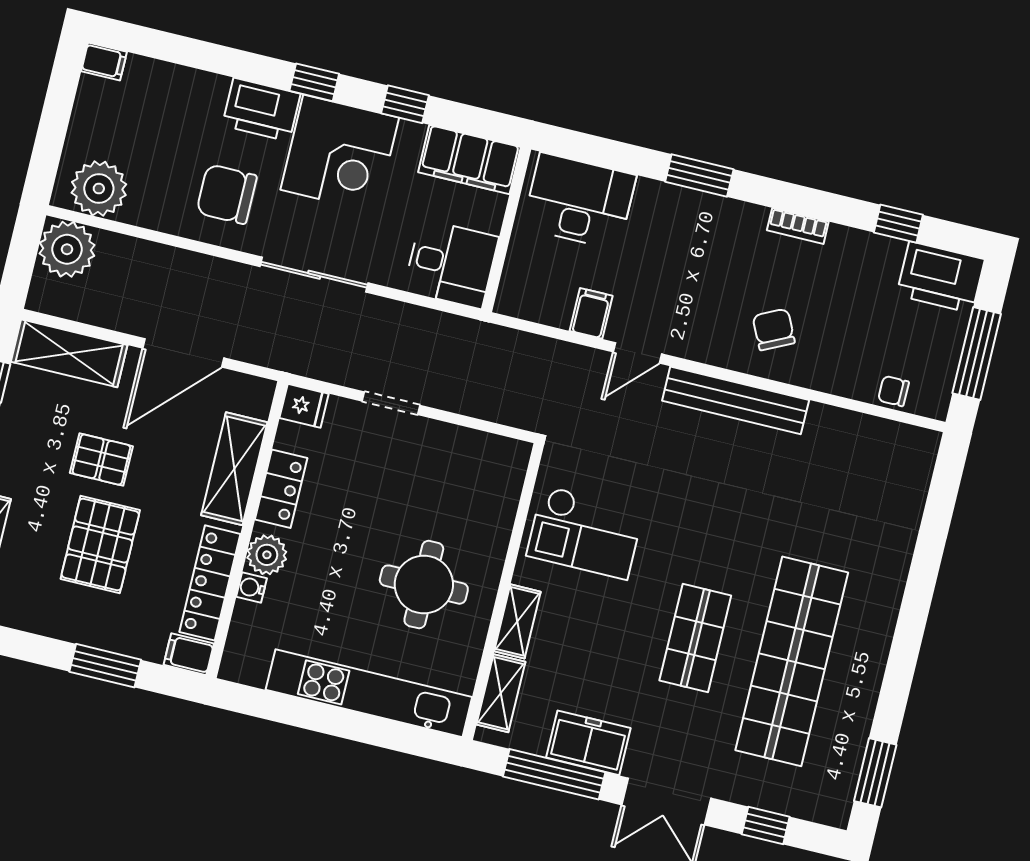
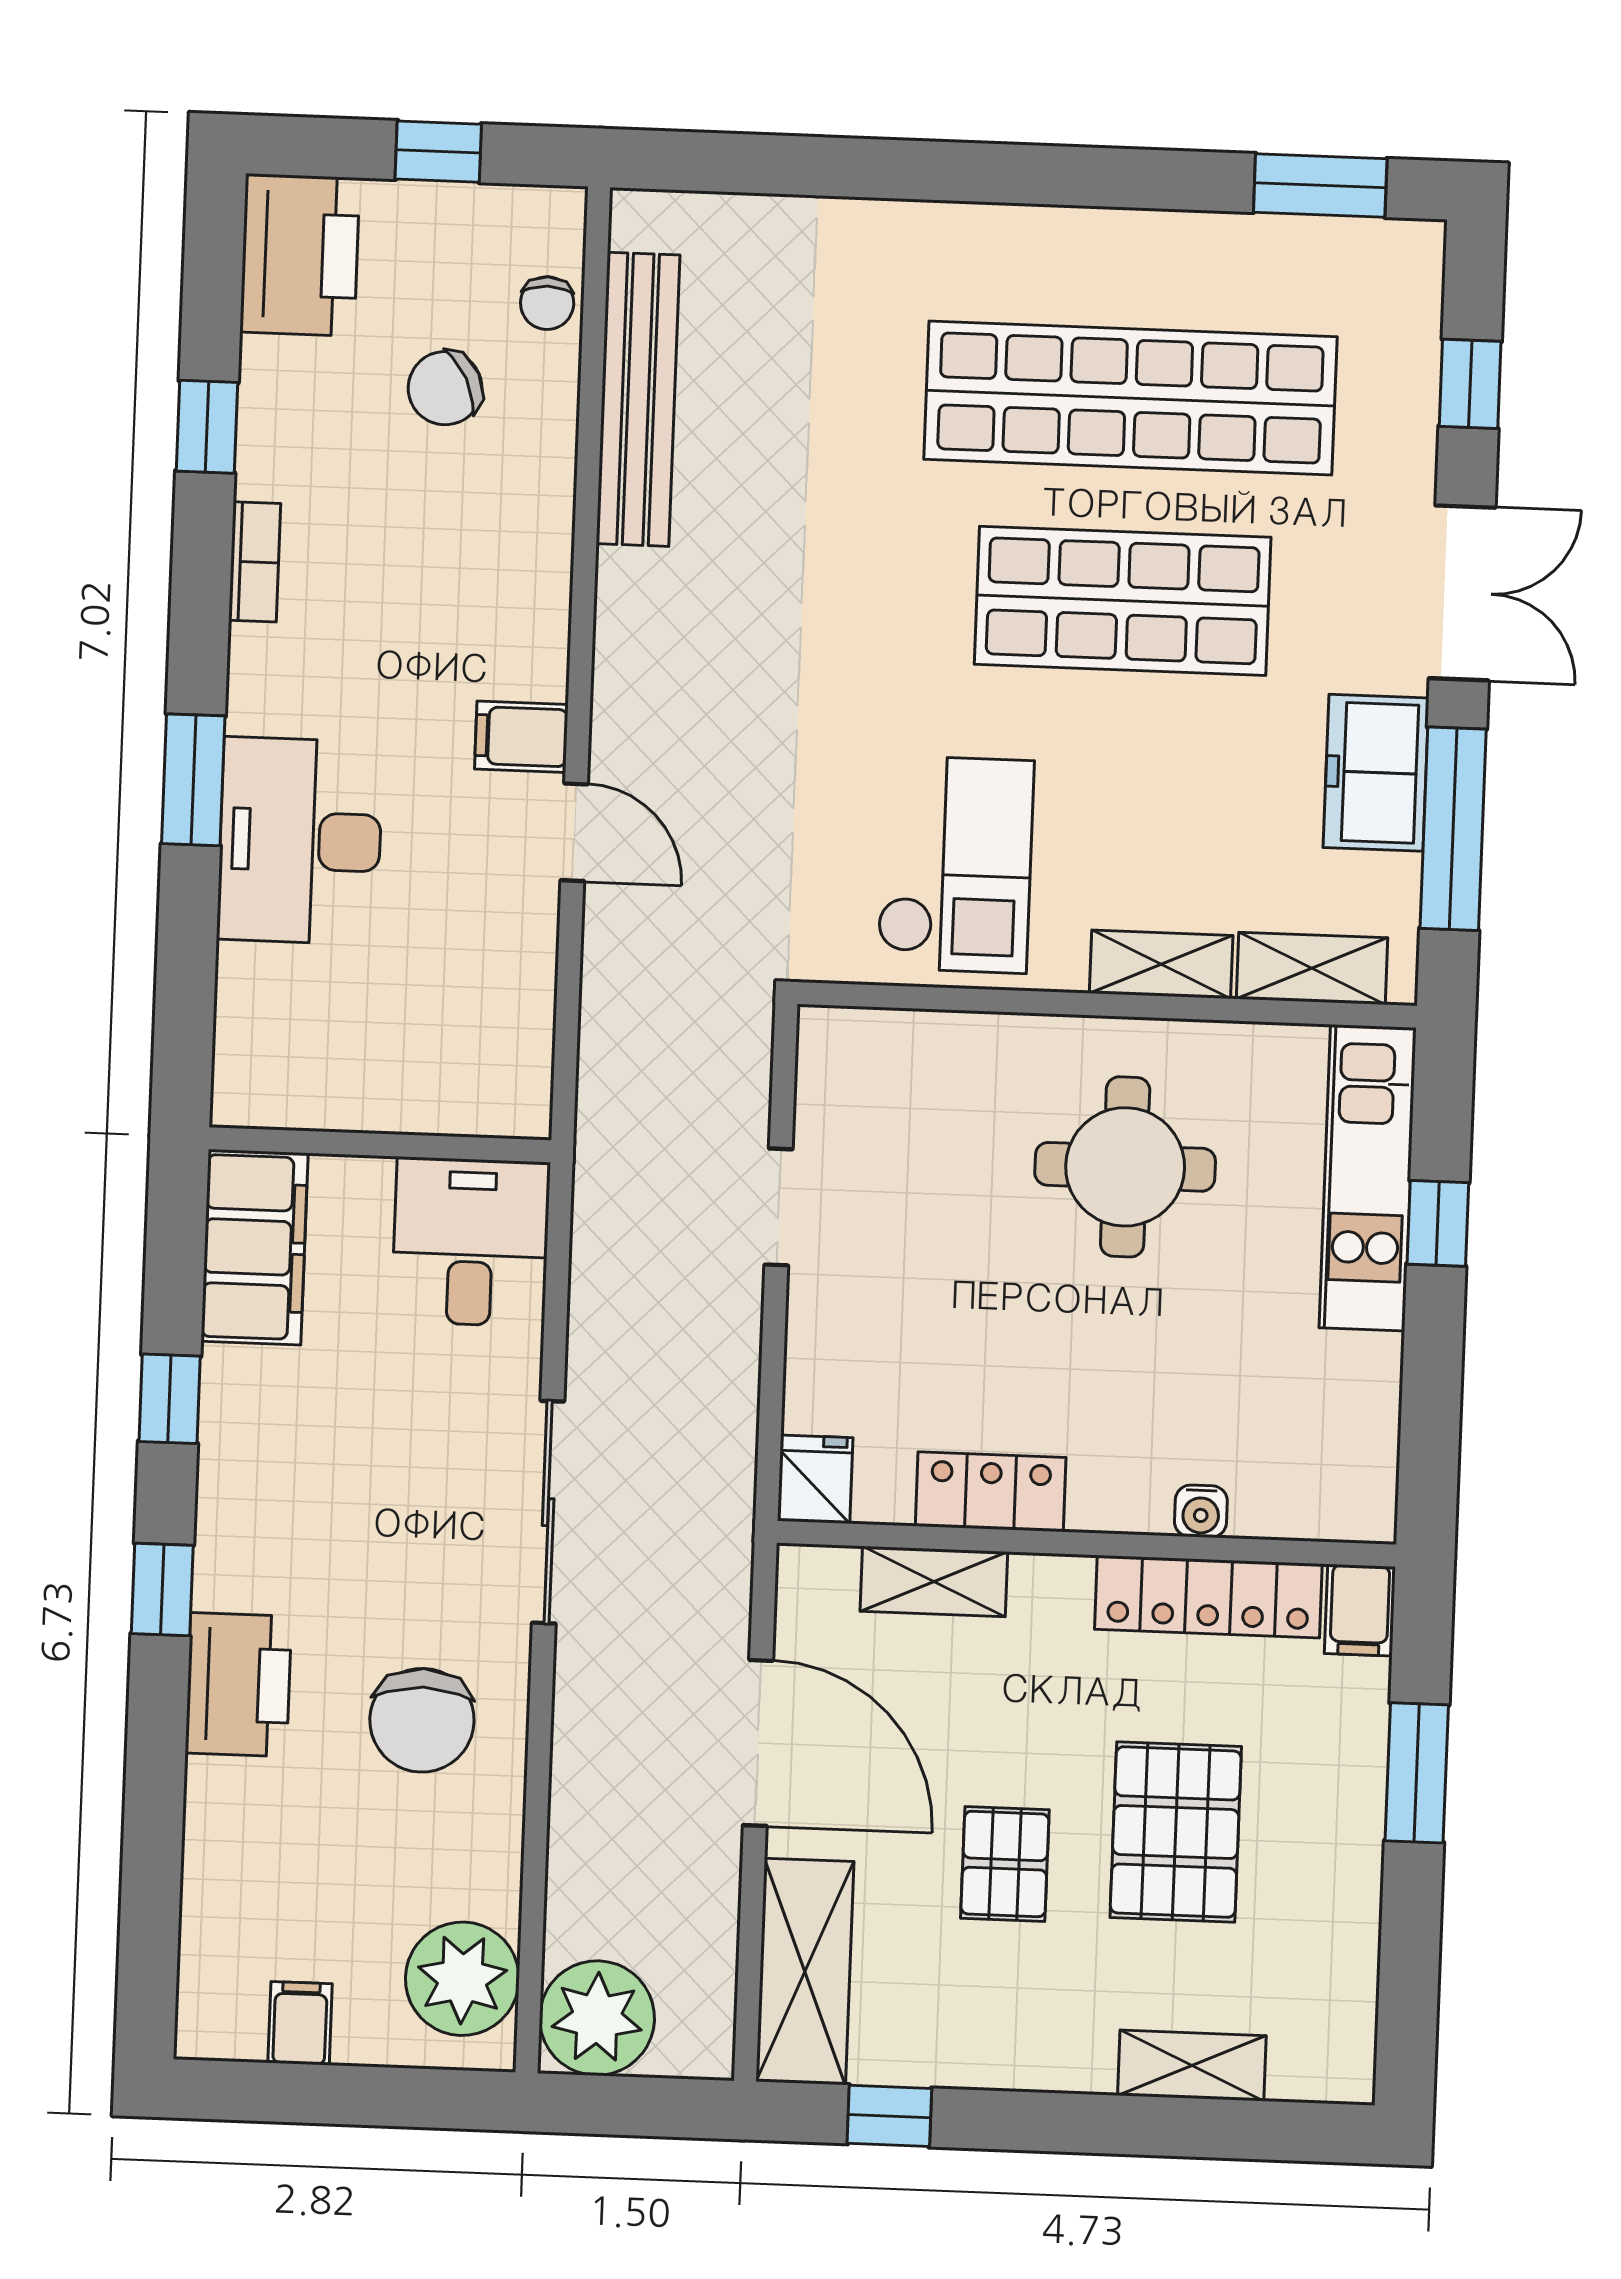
filing cabinet: (104, 62) -> (300, 2023), moved
corner desk: (340, 154) -> (295, 1510), removed
desk: (579, 201) -> (300, 841), moved
window: (898, 224) -> (207, 427), moved
filing cabinet: (591, 313) -> (521, 737), moved
chair: (774, 329) -> (445, 388), moved
window: (977, 354) -> (438, 152), width x0.46
bench: (736, 400) -> (638, 399), moved
doorway: (391, 403) -> (779, 1207), moved
shelving: (234, 469) -> (934, 1582), width x0.67, depth x0.75
pallet: (100, 545) -> (1176, 1832), turned 90
plant: (267, 555) -> (1129, 1494), removed
shop shelf: (695, 638) -> (1123, 601), width x1.43, depth x1.36
kitchen unit: (369, 693) -> (1368, 1178), width x0.73
window: (367, 729) -> (1438, 1223), added

